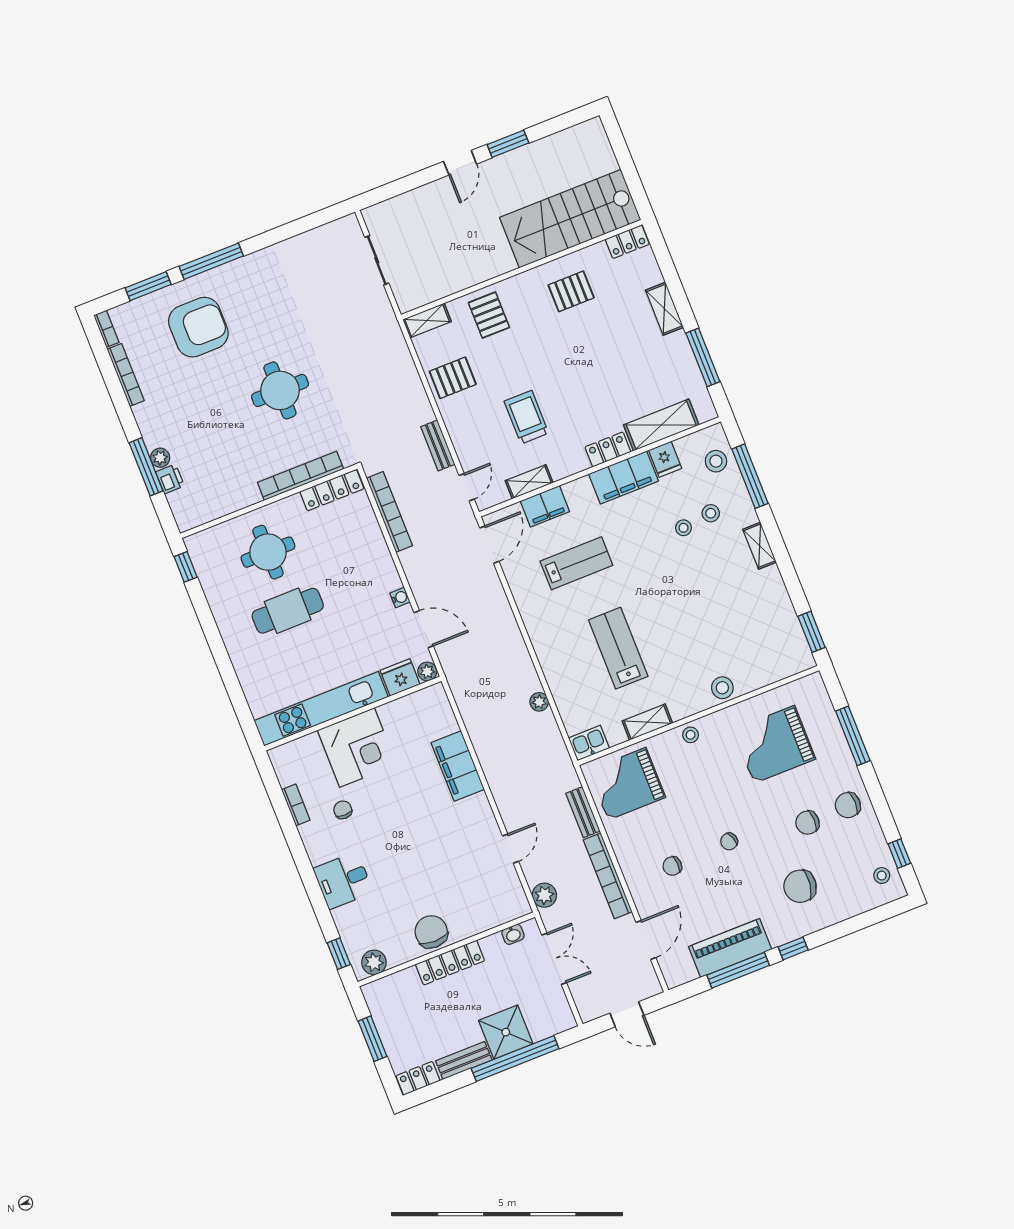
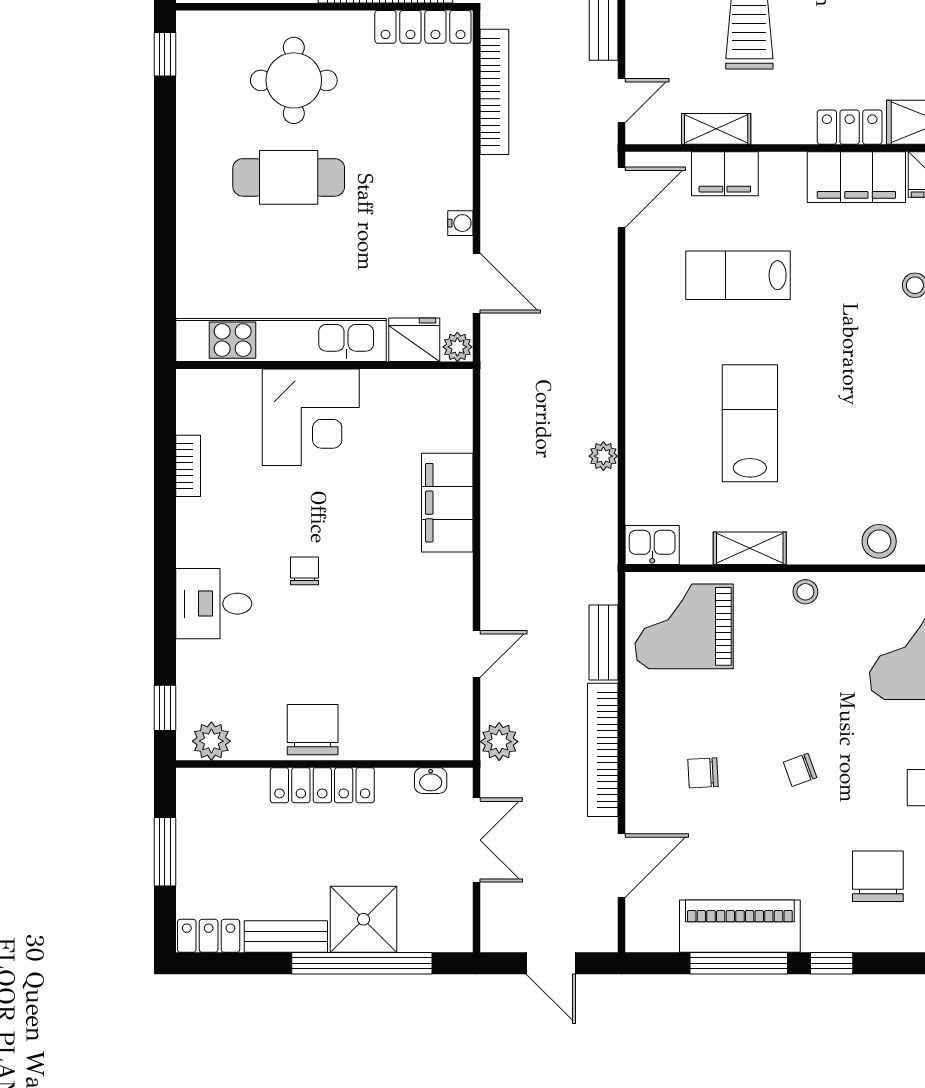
lab bench: (576, 563) -> (738, 275), turned 180
chair: (343, 810) -> (305, 571), moved
chair: (800, 886) -> (878, 876), turned 82

